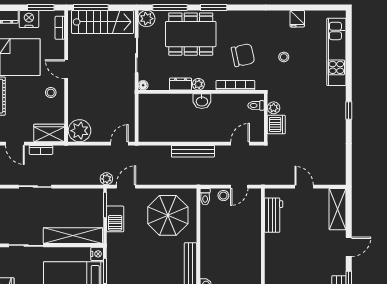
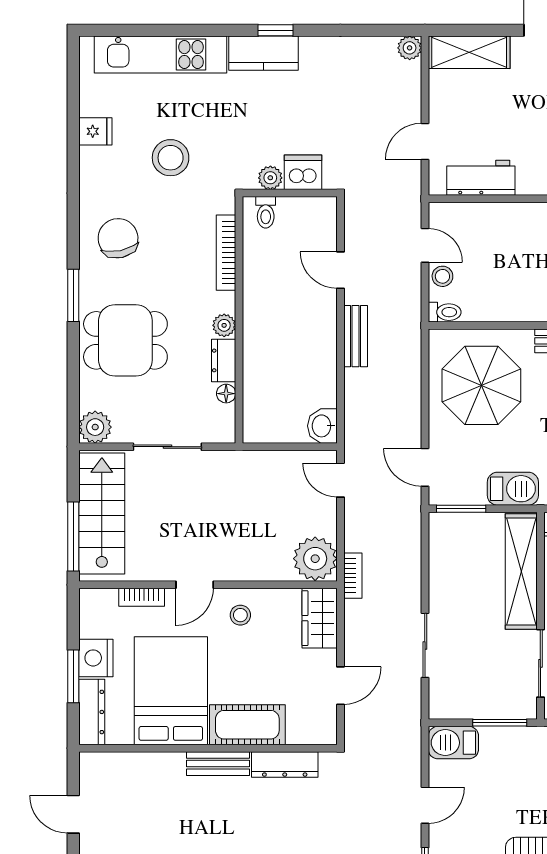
window: (41, 7) -> (73, 676), moved
window: (170, 7) -> (73, 381), removed
bookcase: (60, 28) -> (142, 597), moved
dining table: (191, 34) -> (125, 340), width x0.73
chair: (243, 55) -> (118, 238), moved
stool: (284, 57) -> (171, 158), width x1.89, depth x1.89
floor lamp: (143, 85) -> (226, 394), moved
washbasin: (202, 101) -> (322, 426), moved, turned 180
kitchen counter: (337, 104) -> (264, 53), added
door: (240, 144) -> (340, 270), moved
bookcase: (41, 150) -> (353, 576), moved
bench: (193, 151) -> (356, 336), width x0.73
plant: (106, 179) -> (410, 48), moved
door: (304, 187) -> (425, 141), moved
barbecue: (115, 219) -> (513, 489), moved

